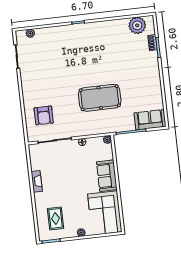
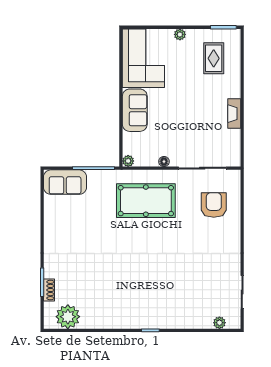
pool table: (100, 98) -> (146, 201), moved

